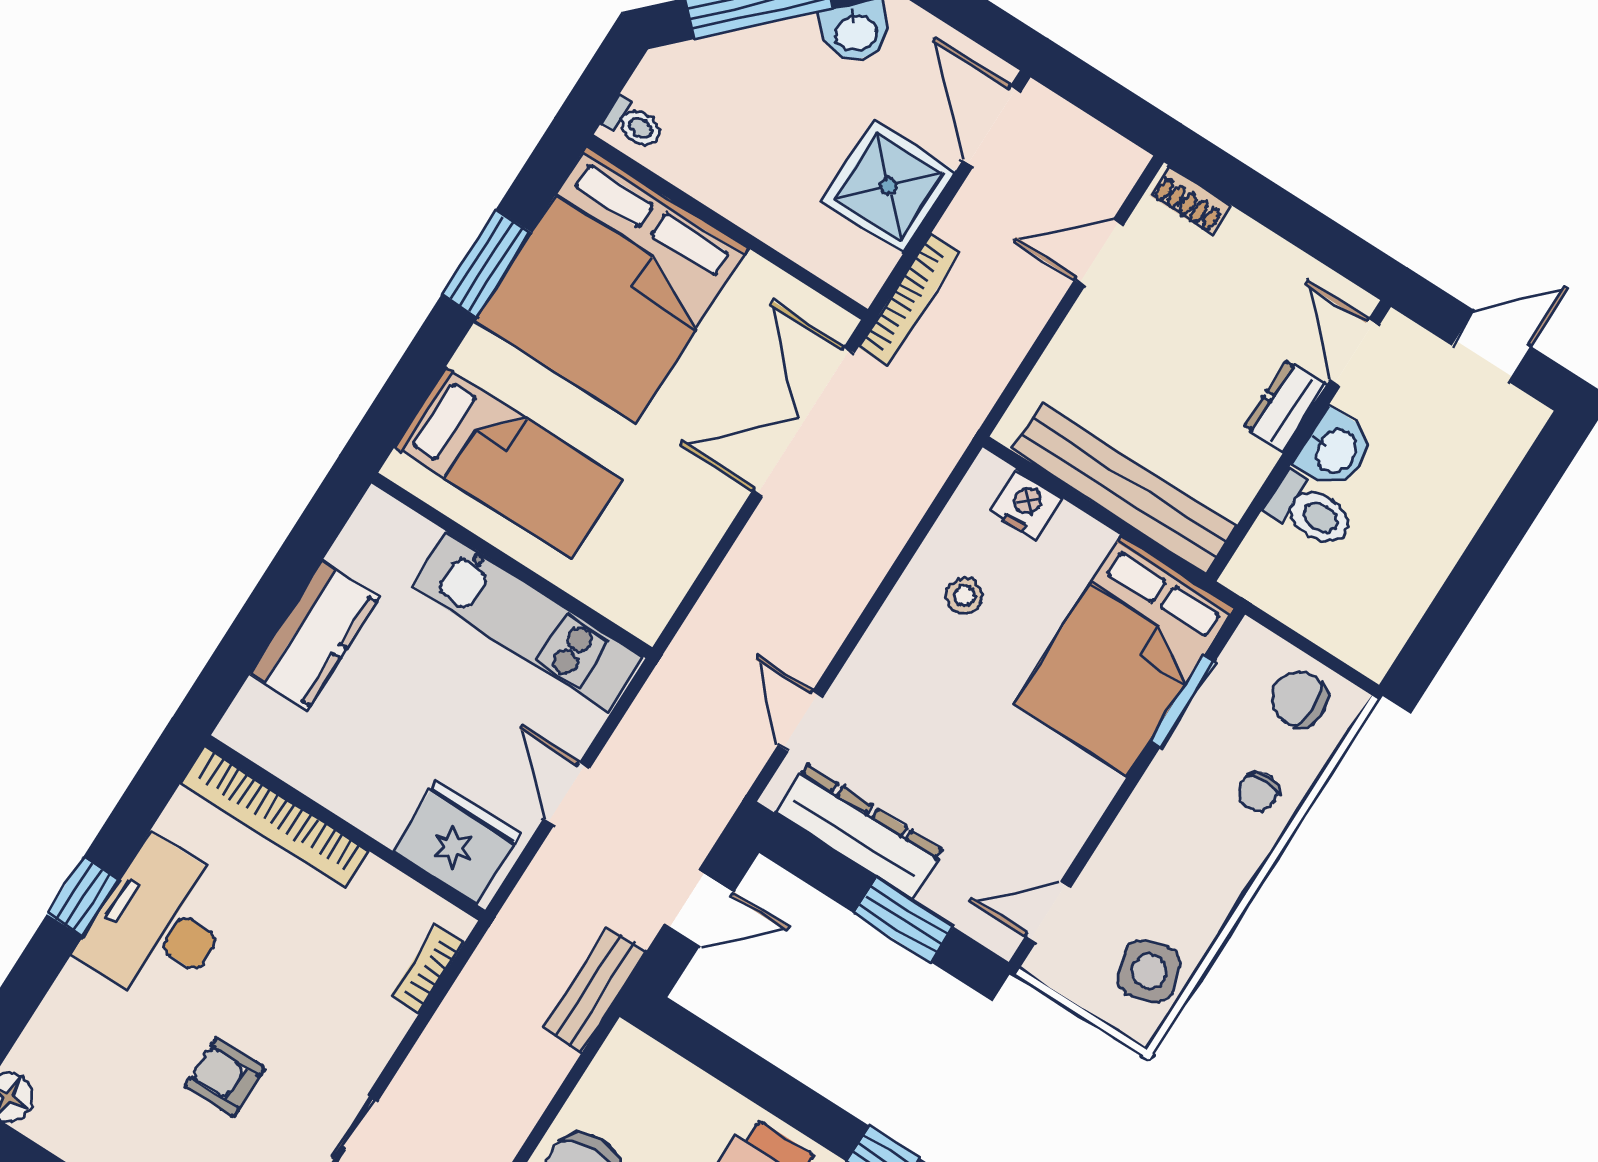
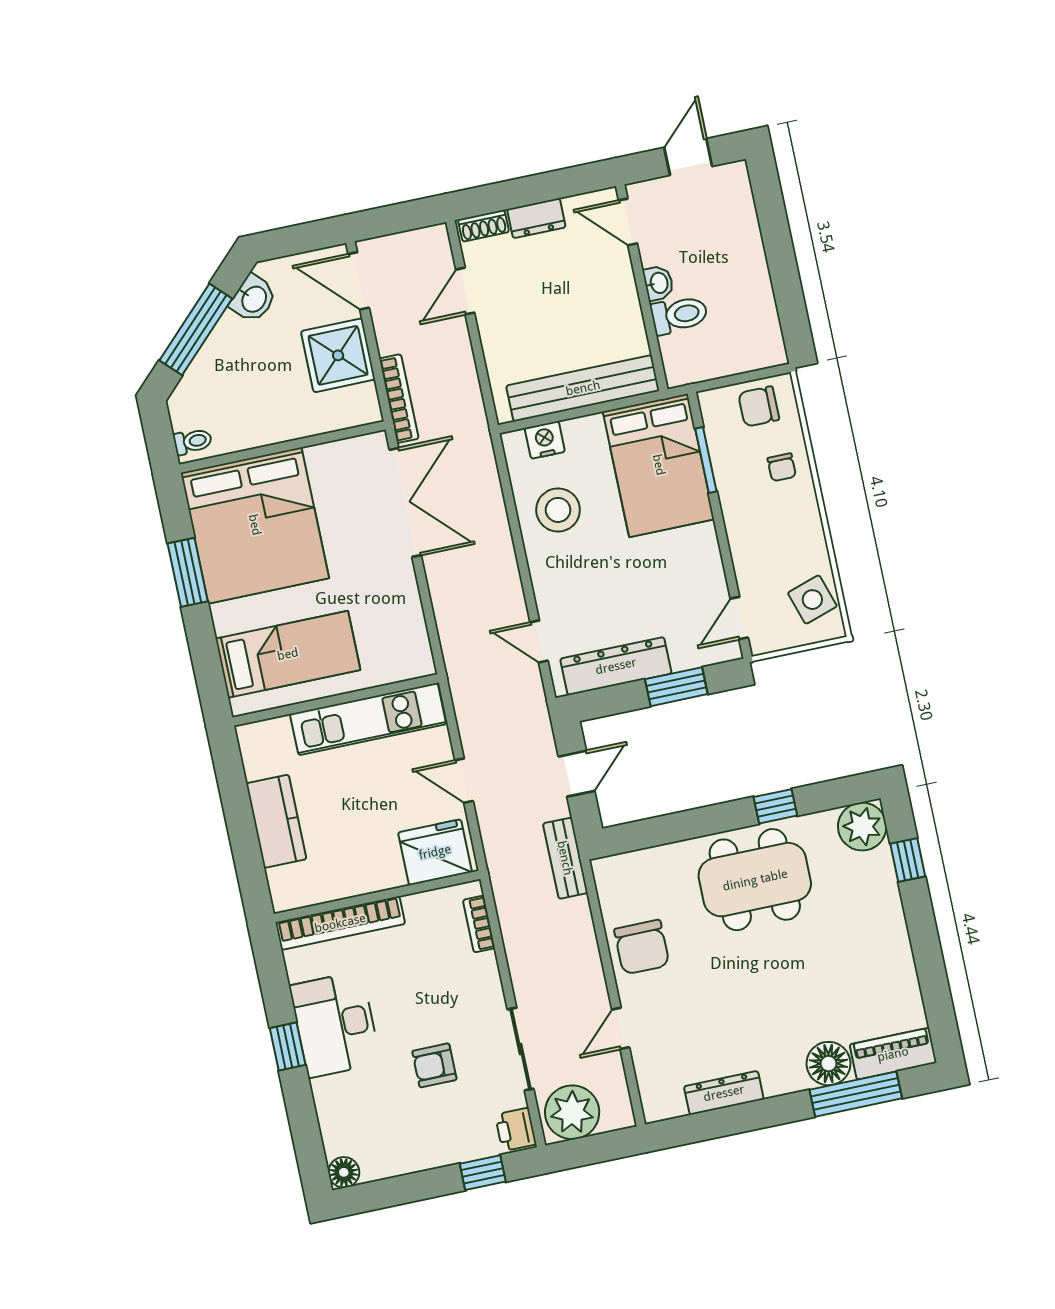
dresser: (1285, 406) -> (536, 218), moved, turned -90
double door: (803, 422) -> (405, 502), swing flipped
washbasin: (1335, 450) -> (658, 283), width x0.72, depth x0.69
stool: (964, 596) -> (558, 510), width x1.89, depth x1.89

